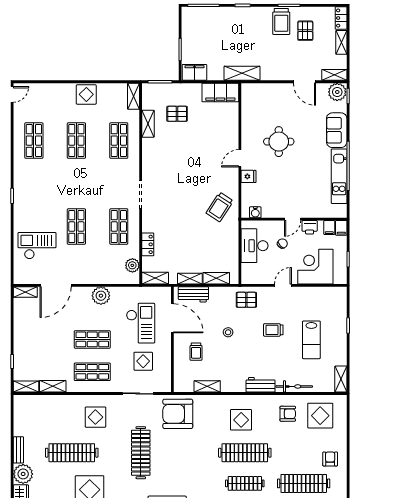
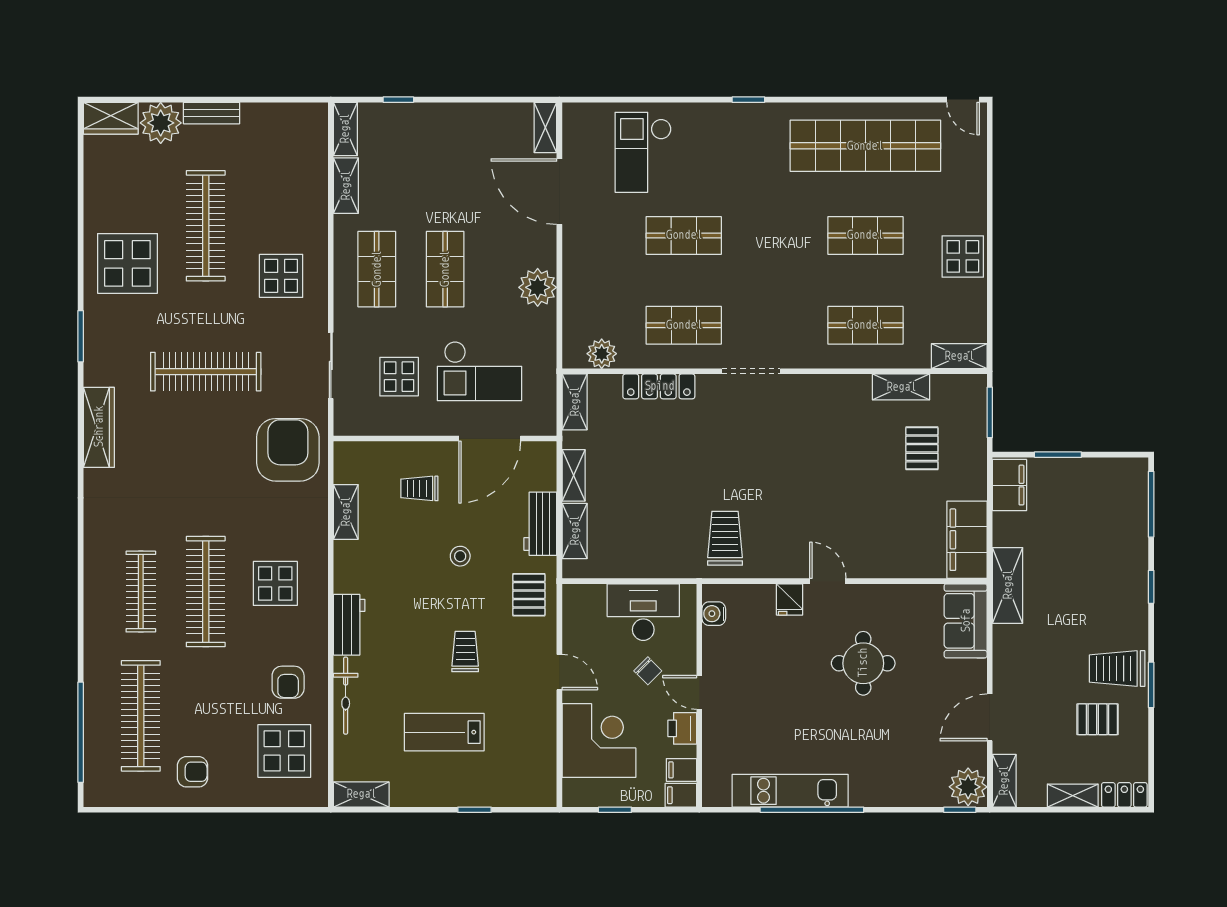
sofa: (337, 130) -> (966, 621), moved, turned -90
shop shelf: (34, 141) -> (865, 146), width x2.00, depth x1.36
trolley: (220, 207) -> (725, 538), turned 57
locker: (148, 244) -> (659, 386), width x1.53
checkout: (37, 246) -> (643, 152), turned 180
workbench: (193, 294) -> (540, 524), moved

